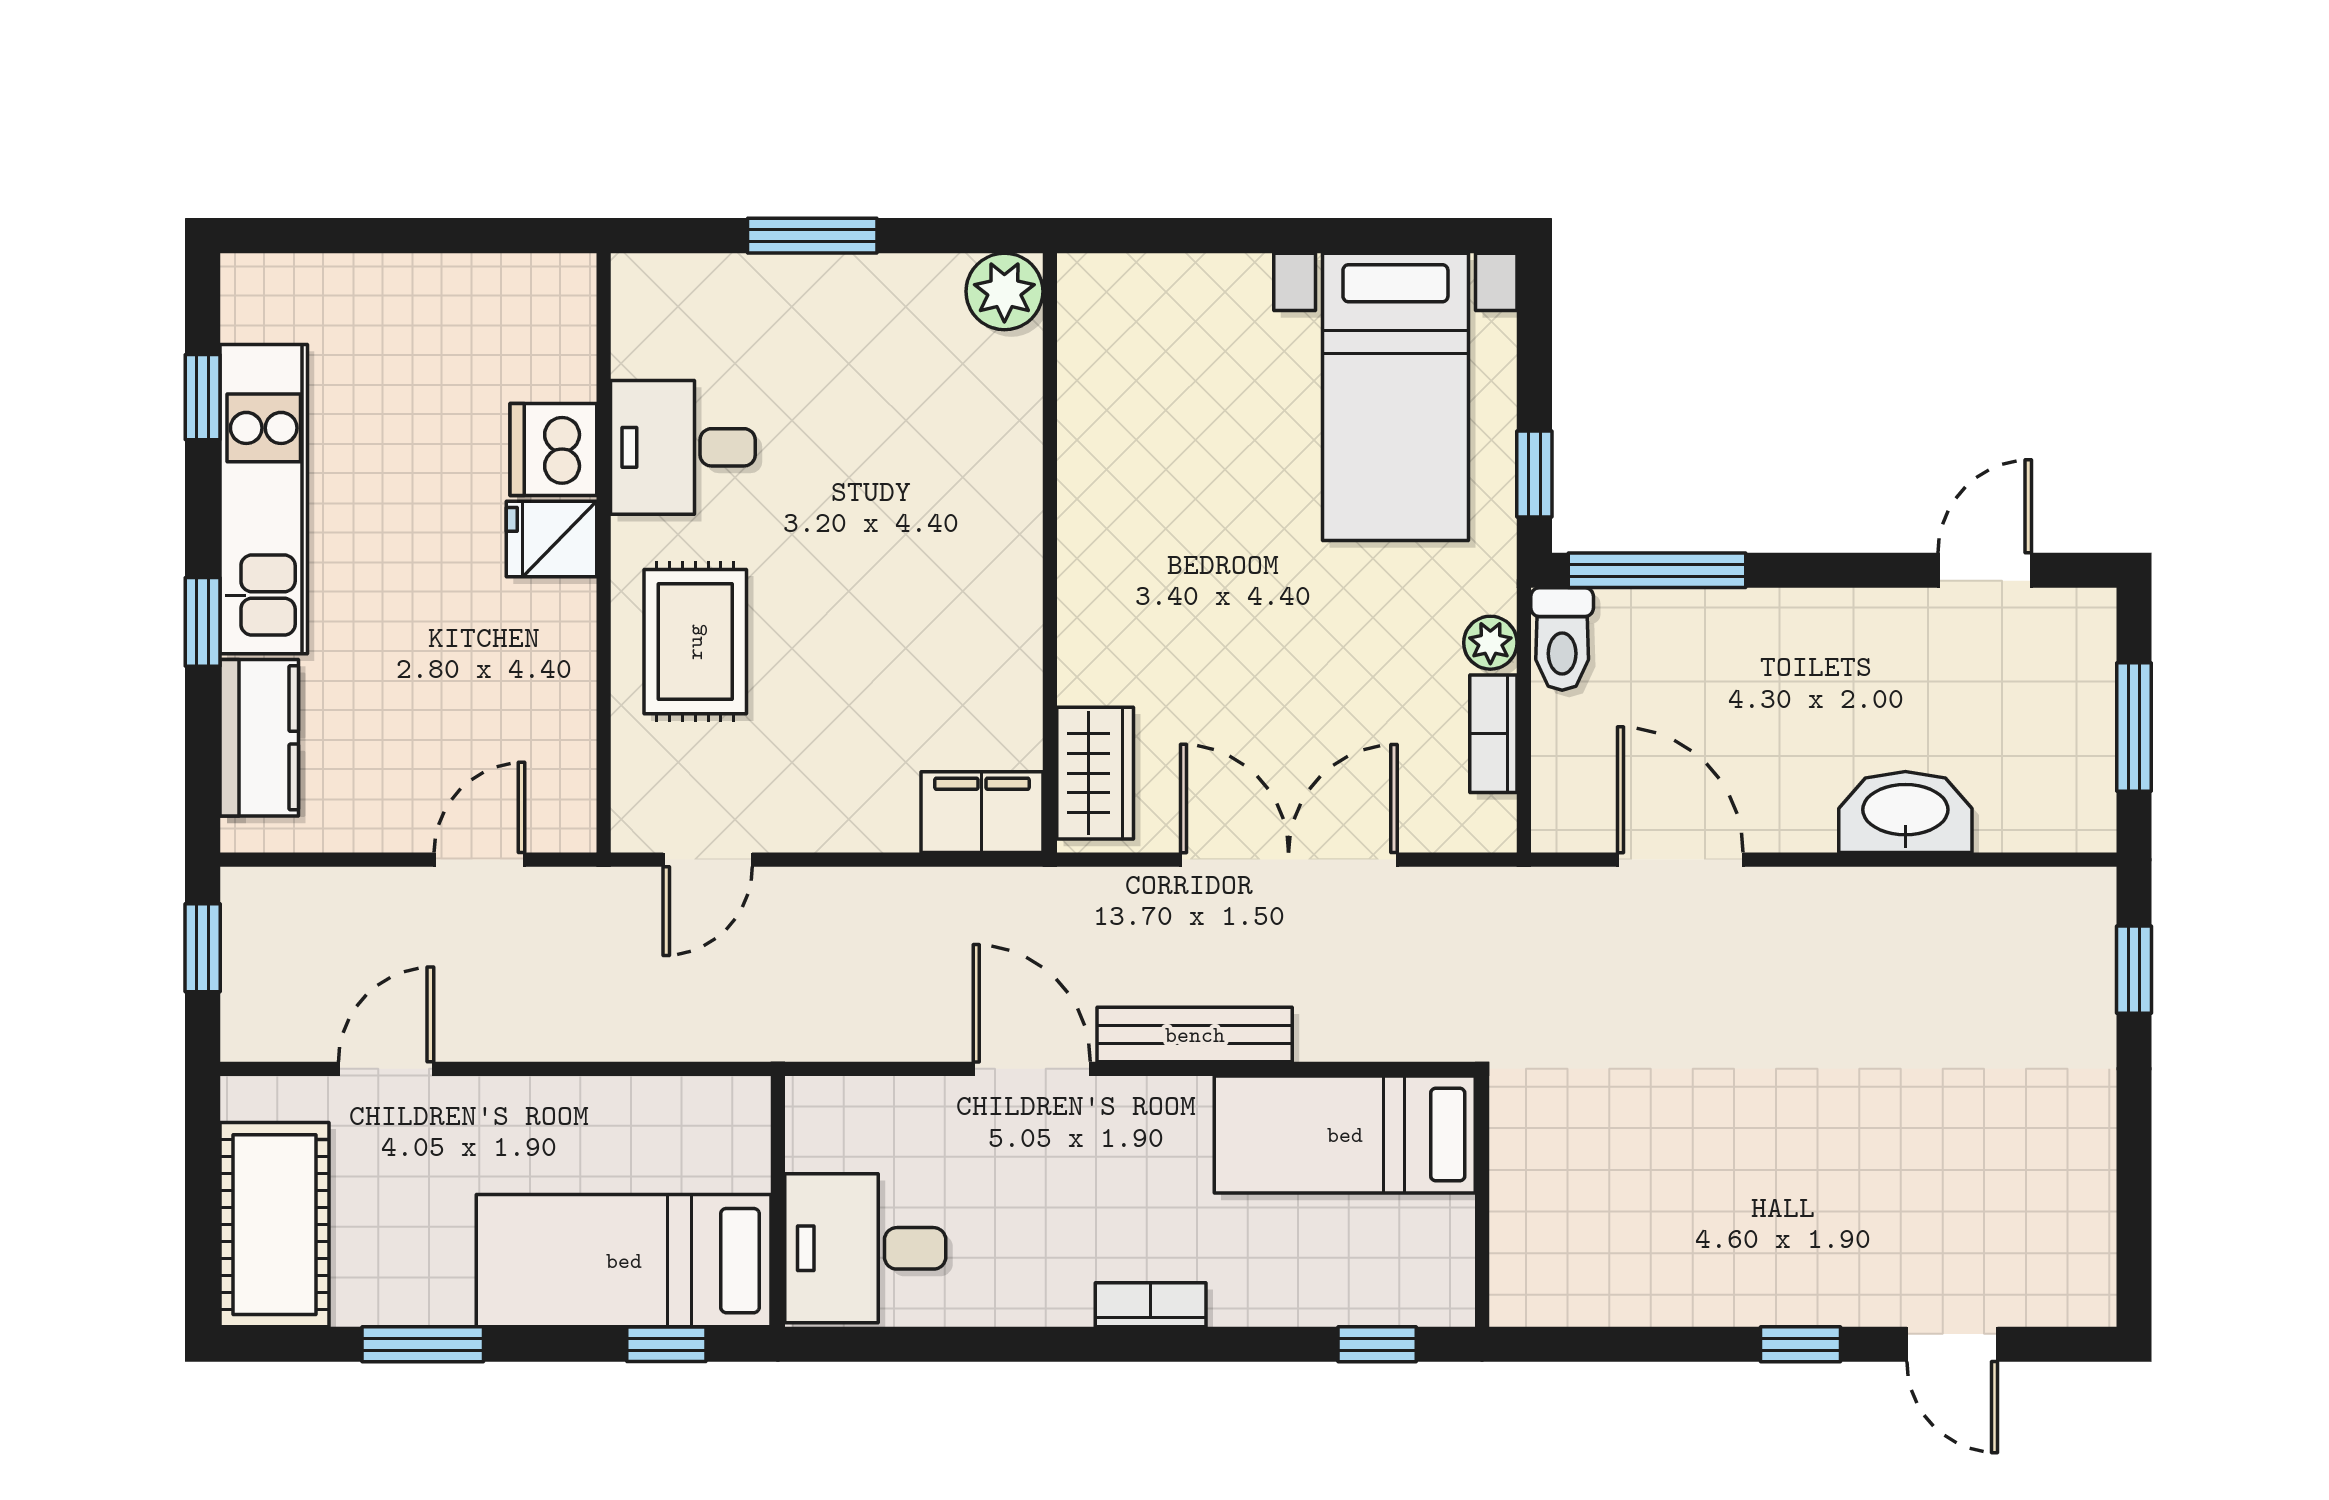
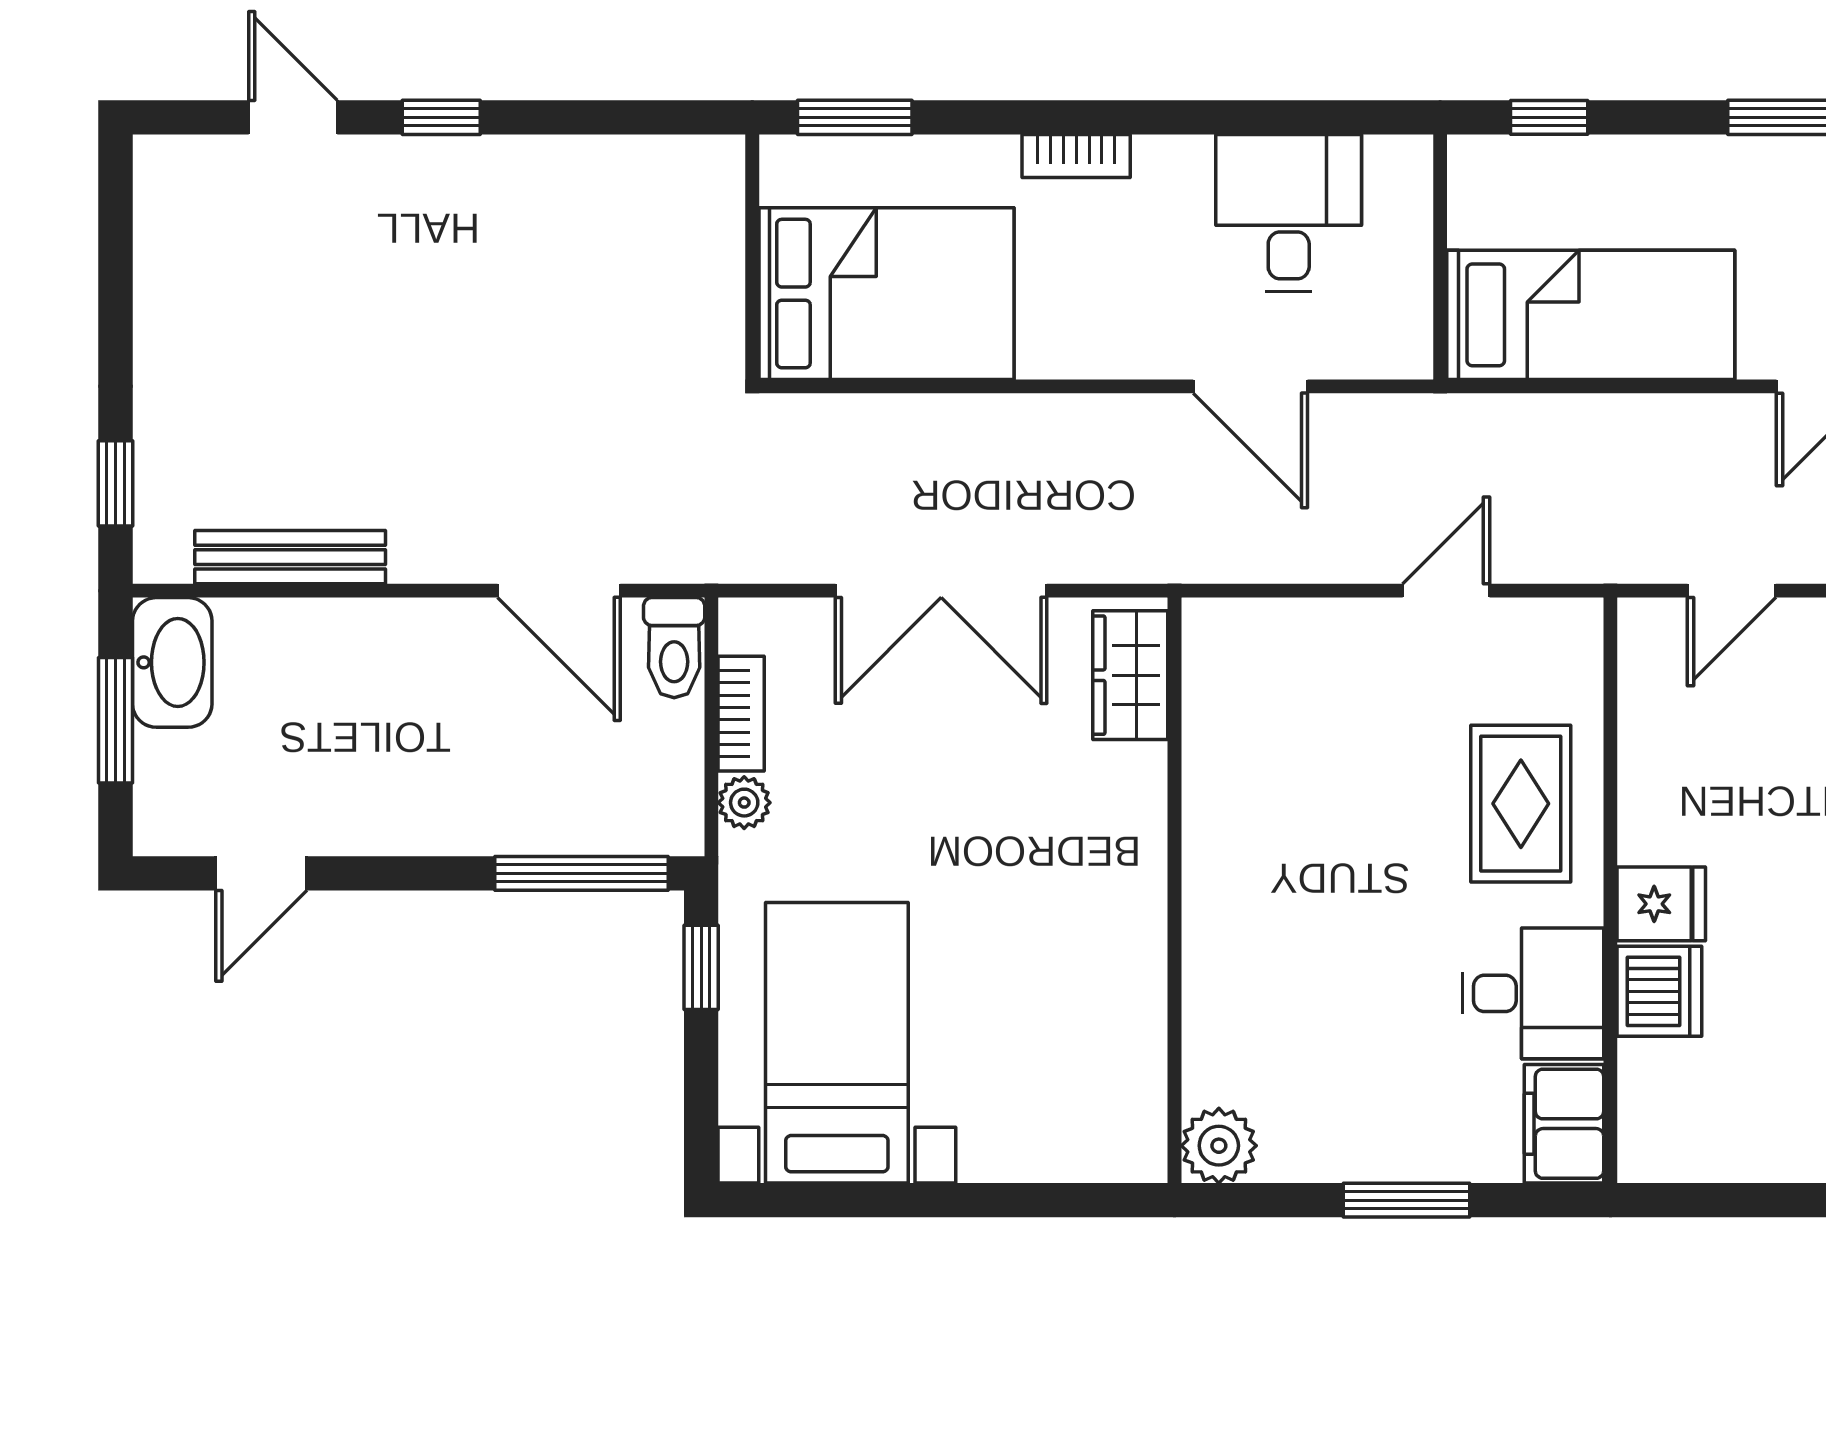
toilet: (1562, 639) -> (674, 648), moved, turned 180
filing cabinet: (982, 812) -> (1564, 1124), moved, turned 90
washbasin: (1905, 812) -> (172, 662), moved, turned -90
door: (708, 860) -> (1446, 591), moved
bench: (1195, 1035) -> (290, 557), moved
door: (1032, 1069) -> (1250, 386), moved
bed: (1345, 1135) -> (886, 294), width x1.50
desk: (865, 1248) -> (1289, 213), moved, turned -90
bed: (624, 1261) -> (1591, 315), moved
window: (1377, 1344) -> (855, 117), width x1.50

